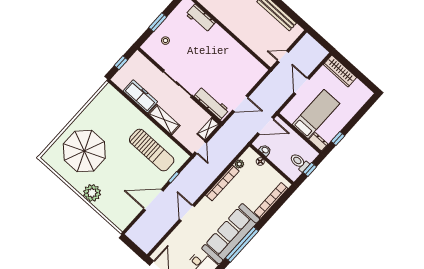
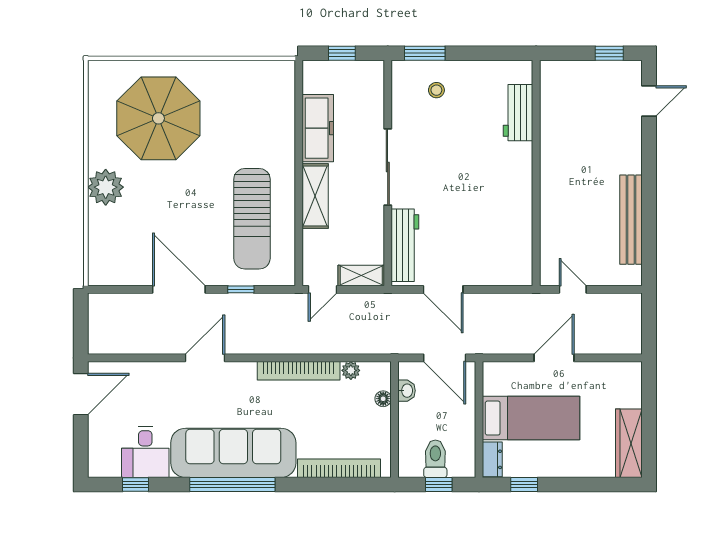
window: (158, 22) -> (425, 53), moved
wardrobe: (340, 71) -> (629, 443), moved

